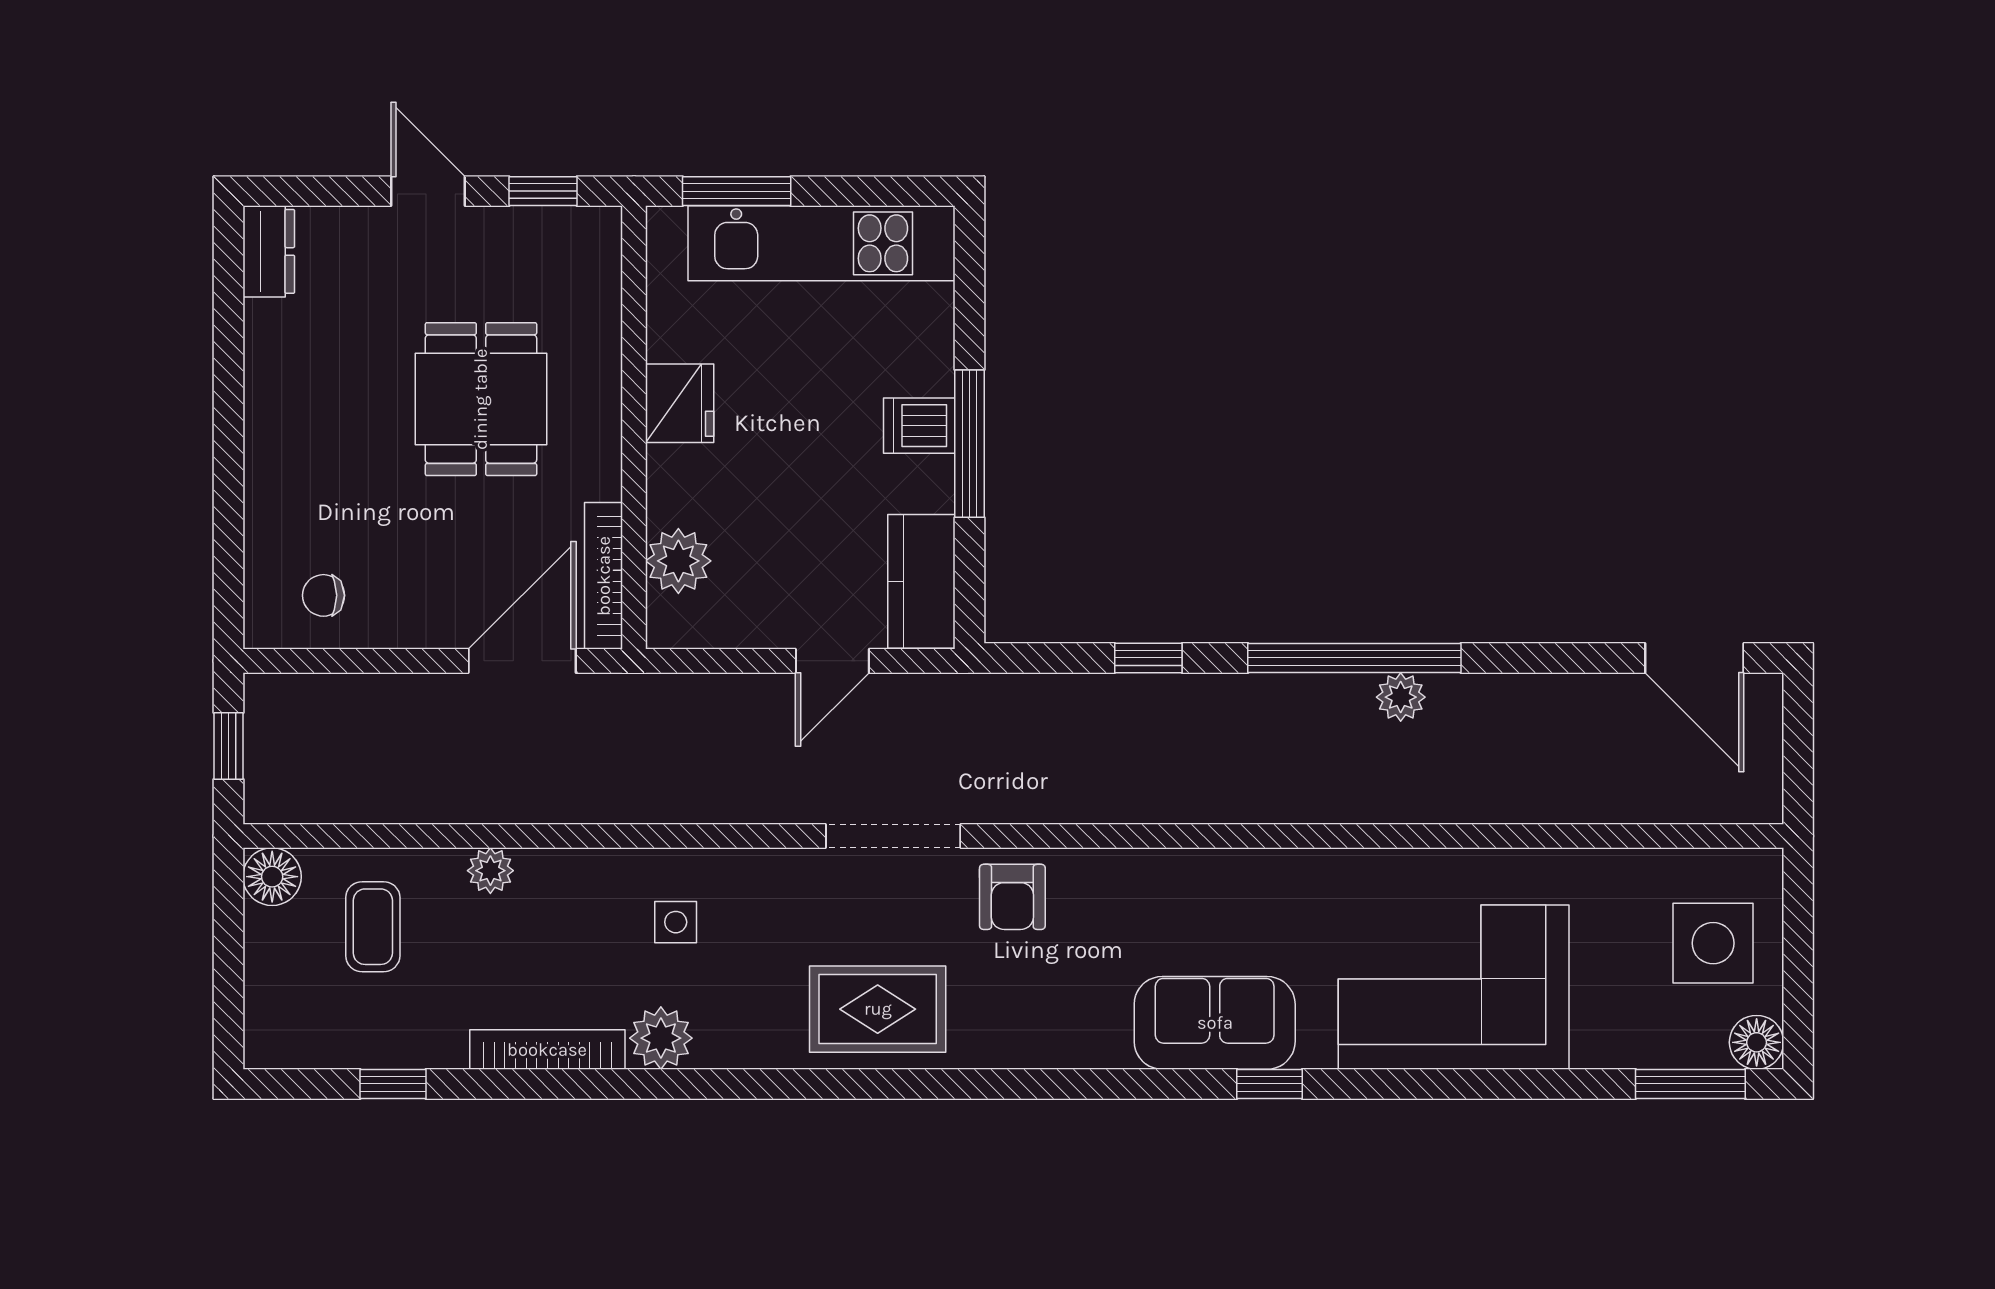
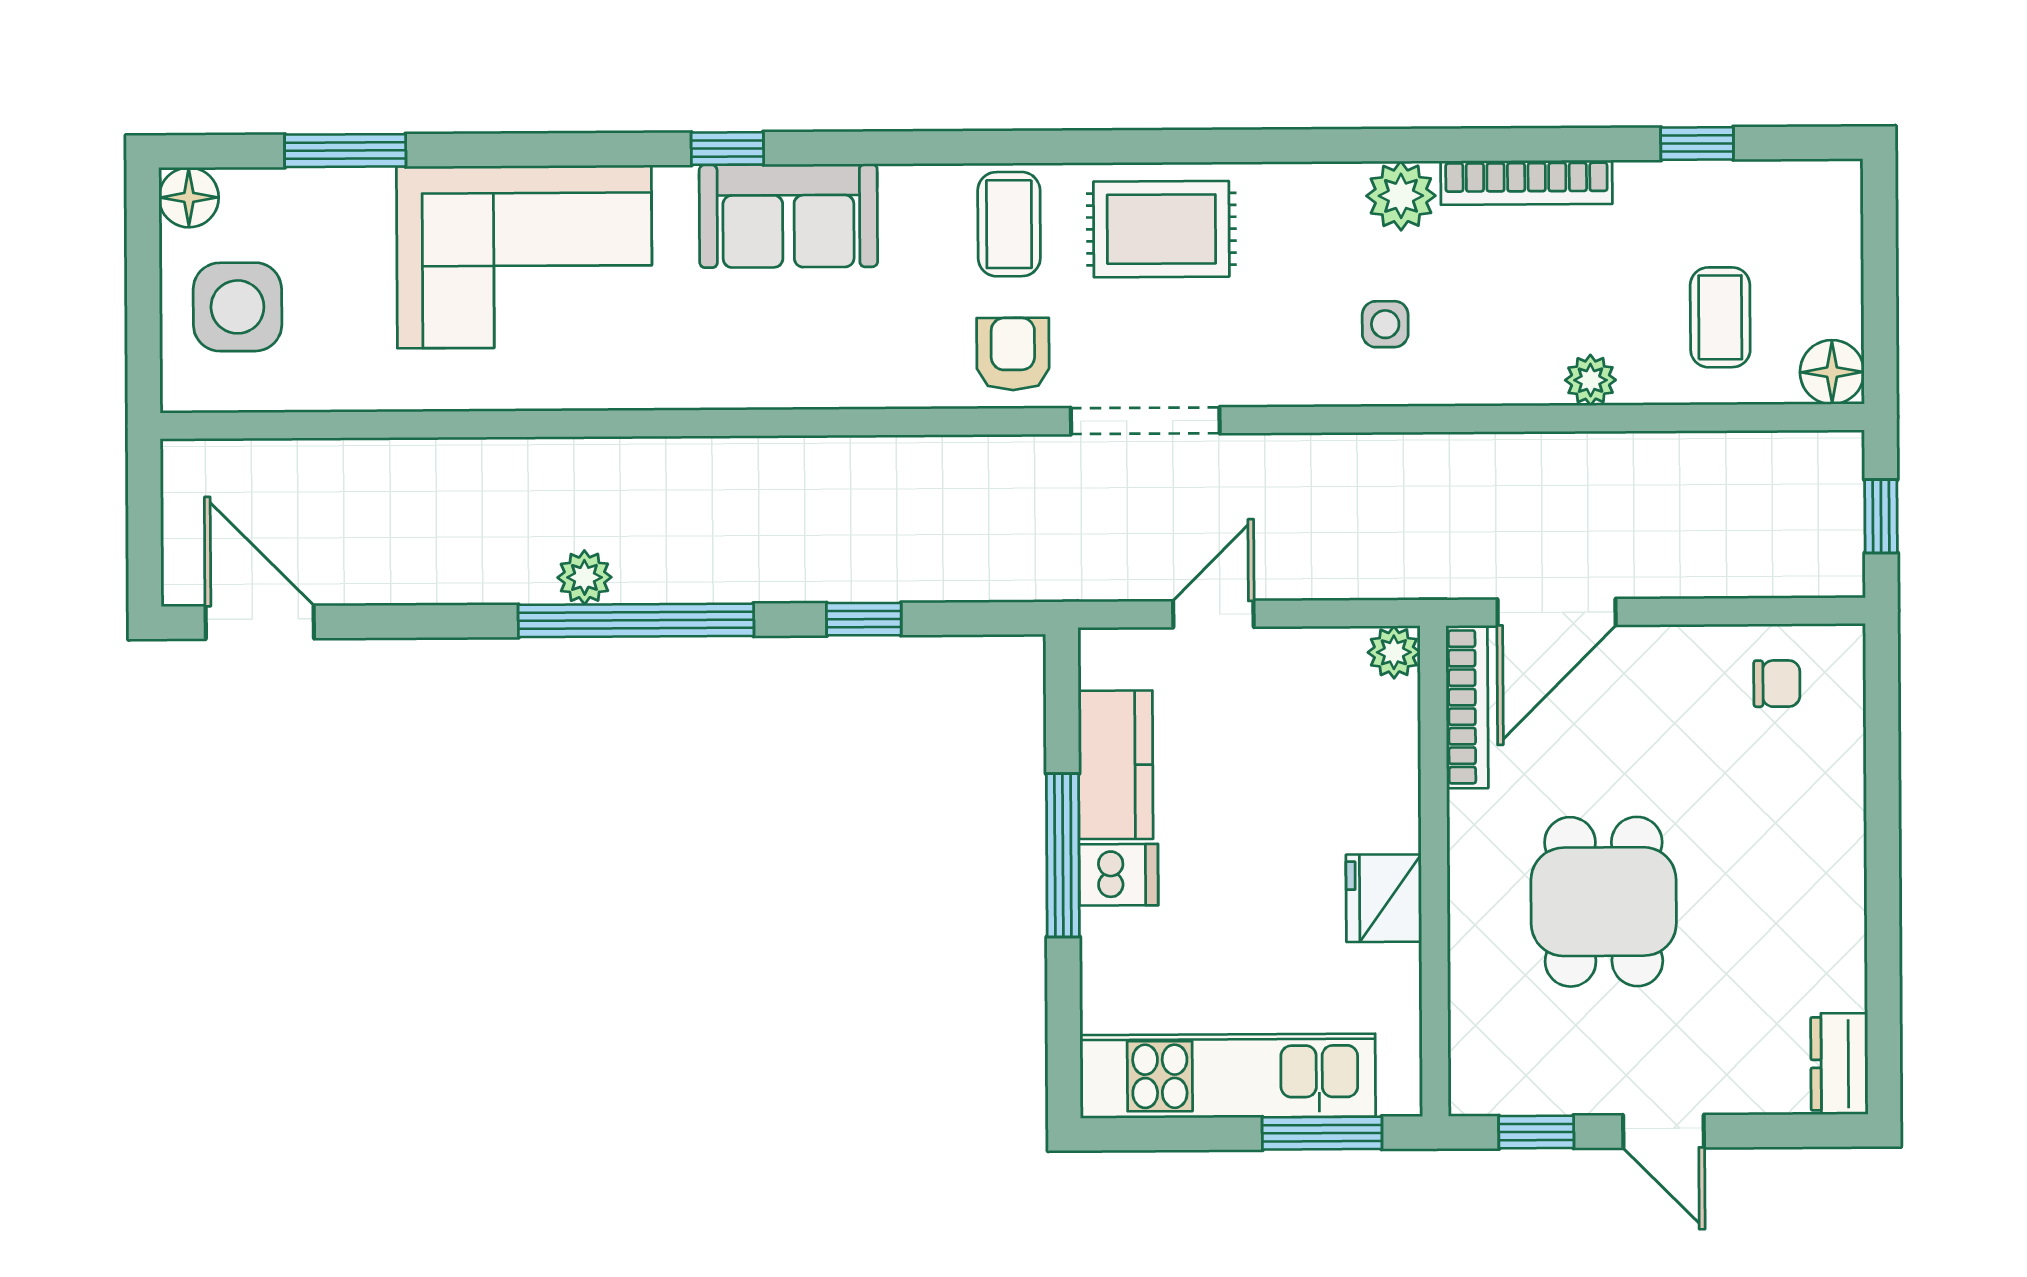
plant: (678, 561) -> (1394, 652), moved, width x0.73, depth x0.73
kitchen counter: (921, 581) -> (1116, 765), moved
coffee table: (1015, 1014) -> (1009, 224), added
window: (1690, 1084) -> (345, 151), moved

